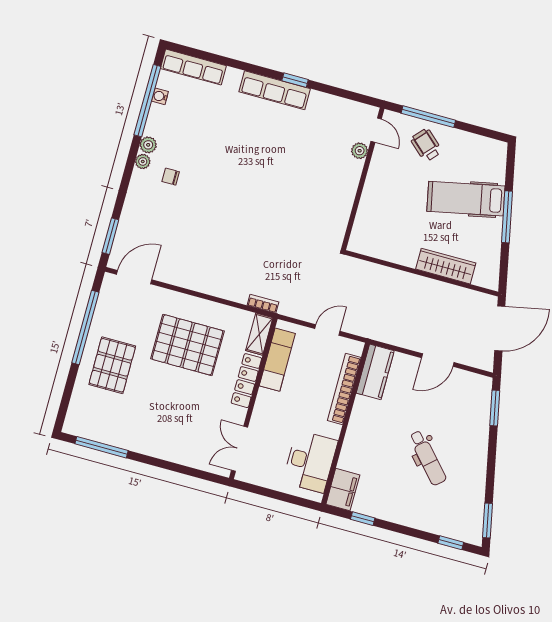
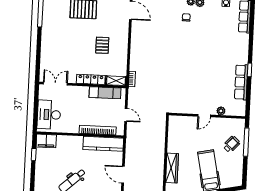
row of seats: (275, 90) -> (241, 82), moved
door: (376, 130) -> (204, 116), moved
pallet: (187, 345) -> (102, 45), width x0.49, depth x0.50
kitchen counter: (375, 372) -> (103, 144), width x1.50
desk: (310, 461) -> (49, 115), moved, turned 90

